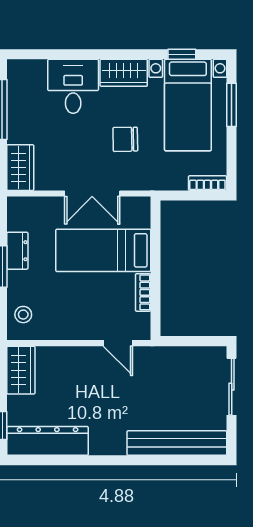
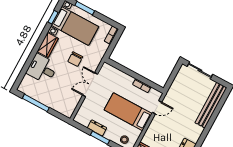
wardrobe: (20, 168) -> (64, 108), removed
double door: (92, 194) -> (90, 85), swing flipped
bed: (103, 250) -> (128, 112), moved, turned 90

